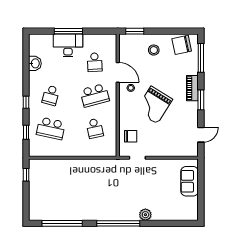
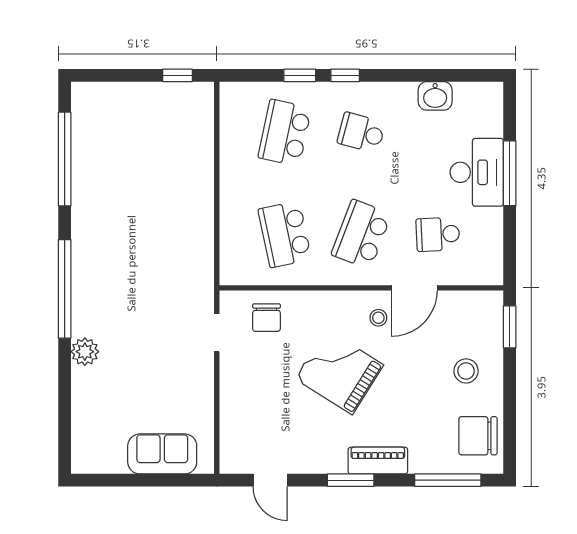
chair: (182, 45) -> (478, 436), turned -78
school desk: (95, 95) -> (361, 234), turned 36
school desk: (95, 128) -> (285, 234), width x1.85
window: (26, 132) -> (300, 75), moved

